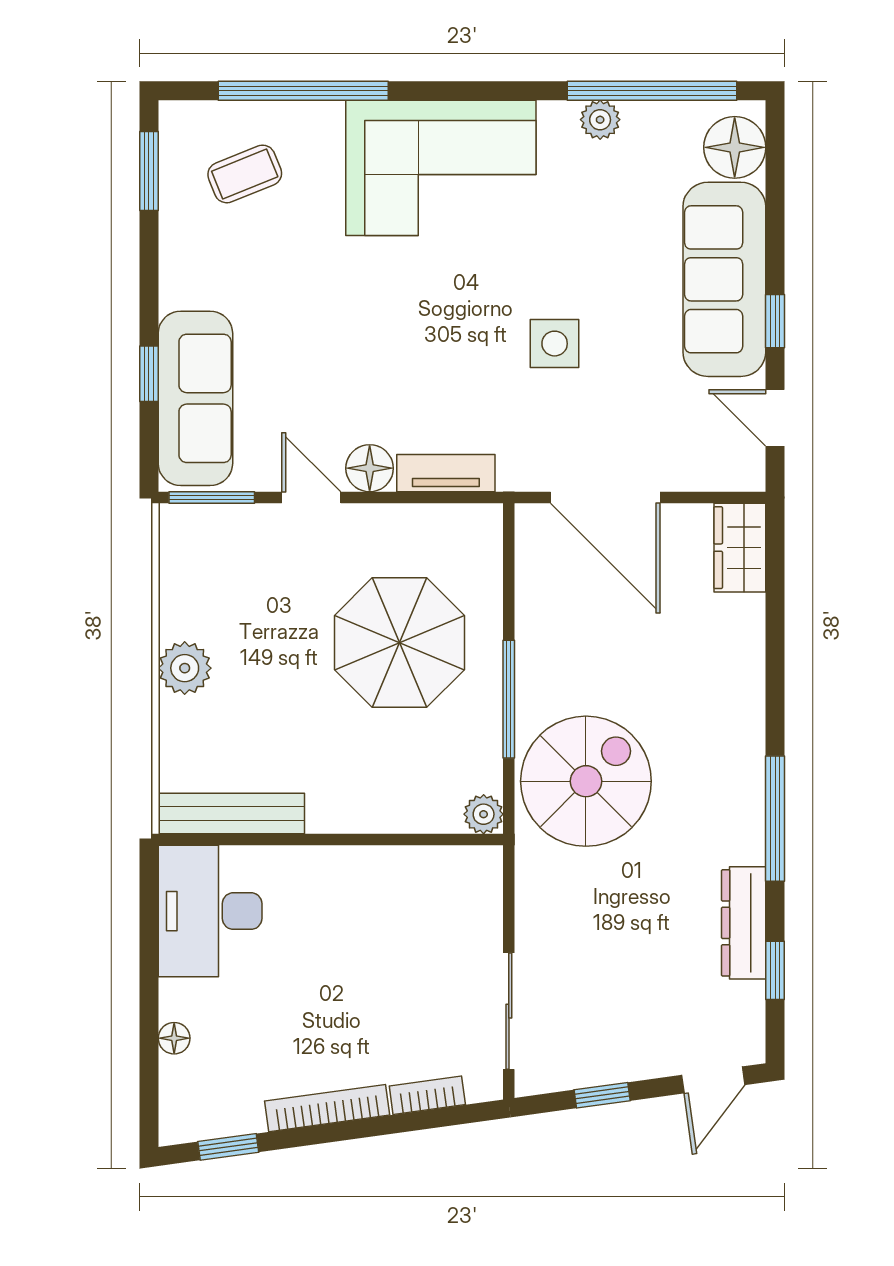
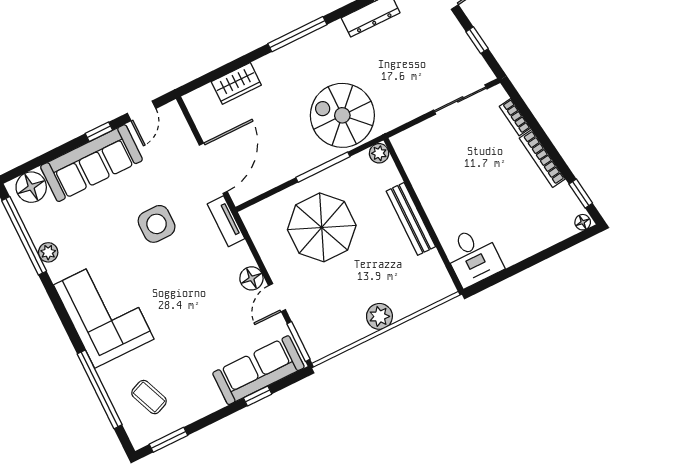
side table: (555, 344) -> (157, 224), width x1.37, depth x1.37
tv unit: (446, 473) -> (226, 221), moved
wardrobe: (740, 548) -> (236, 83), moved
bench: (231, 813) -> (411, 219), moved
window: (775, 819) -> (297, 34), moved
desk: (210, 911) -> (473, 257), width x0.73
floor lamp: (174, 1038) -> (583, 222), moved

